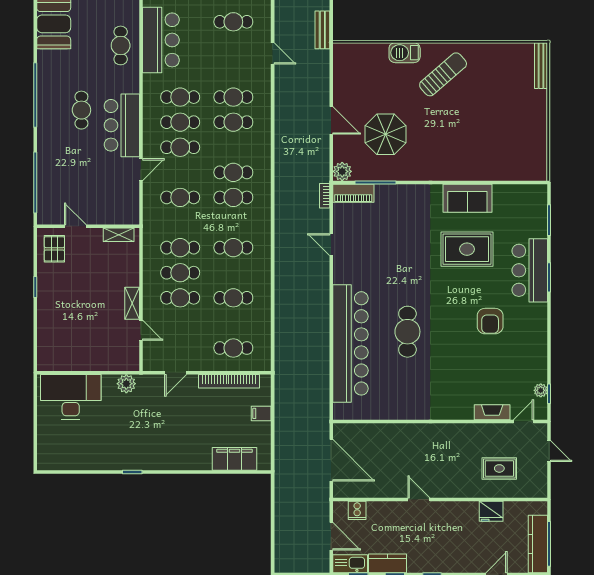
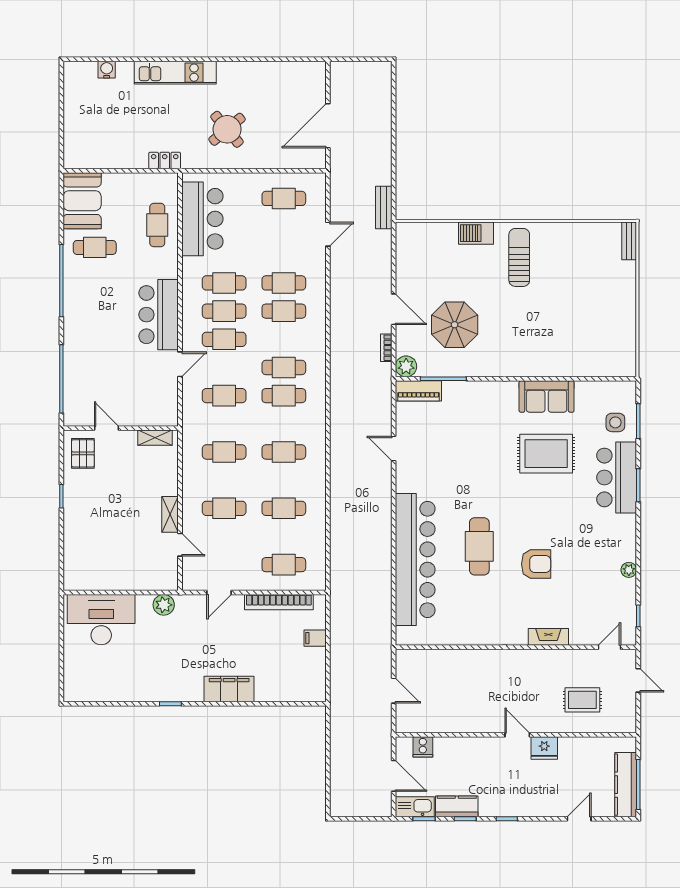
door: (273, 54) -> (328, 234), hinge flipped
bench: (541, 66) -> (629, 241), width x0.73
sun lounger: (443, 74) -> (519, 257), turned -49
cafe table: (81, 110) -> (95, 247), moved, turned 90
bookcase: (325, 196) -> (386, 348), moved
side table: (529, 221) -> (615, 422), added
cafe table: (180, 273) -> (224, 480), removed
armchair: (490, 321) -> (536, 564), moved, turned -90
plant: (541, 390) -> (629, 570), moved
fireplace: (492, 412) -> (548, 637), moved
filing cabinet: (234, 459) -> (229, 689), moved
door: (331, 460) -> (394, 691), width x0.53
door: (419, 500) -> (517, 735), moved
fridge: (491, 511) -> (544, 748), moved

